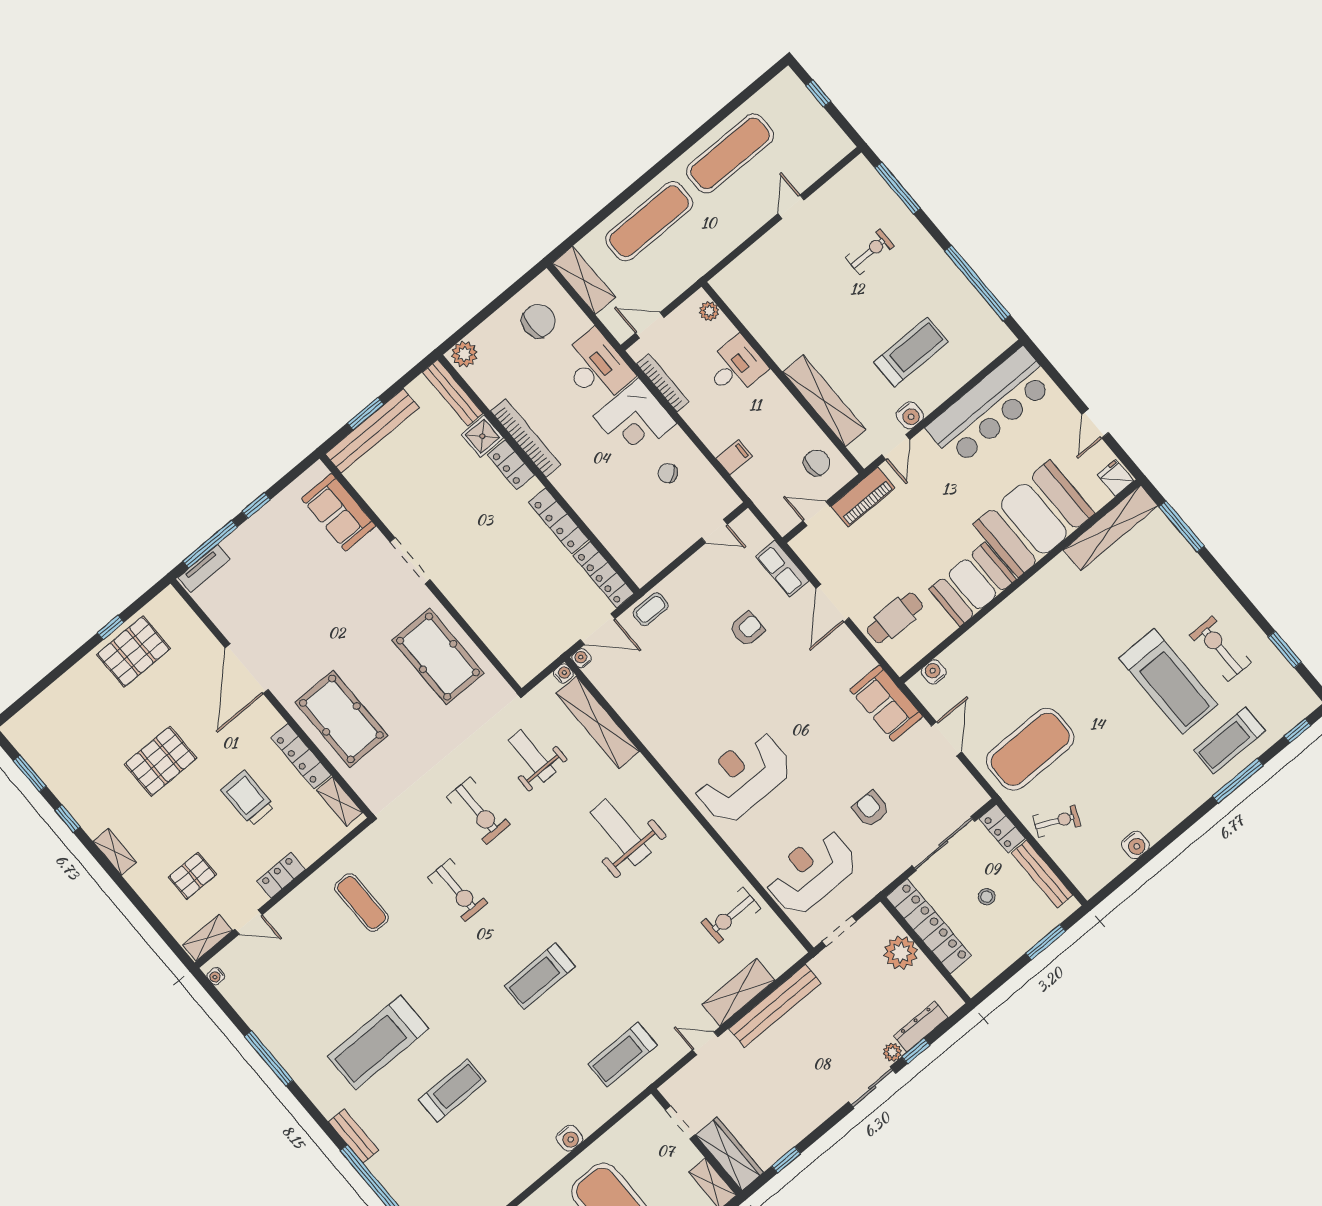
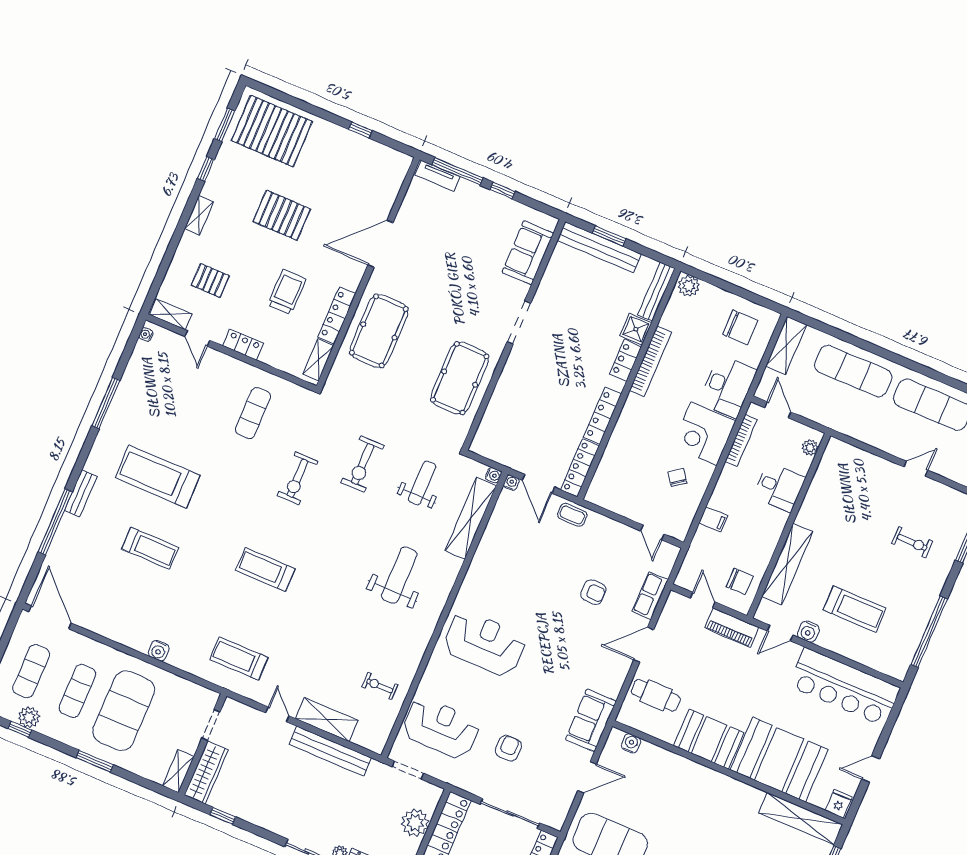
pallet: (133, 652) -> (272, 131), moved, width x1.37, depth x1.41
exercise bike: (731, 915) -> (380, 686), width x0.73, depth x0.72

